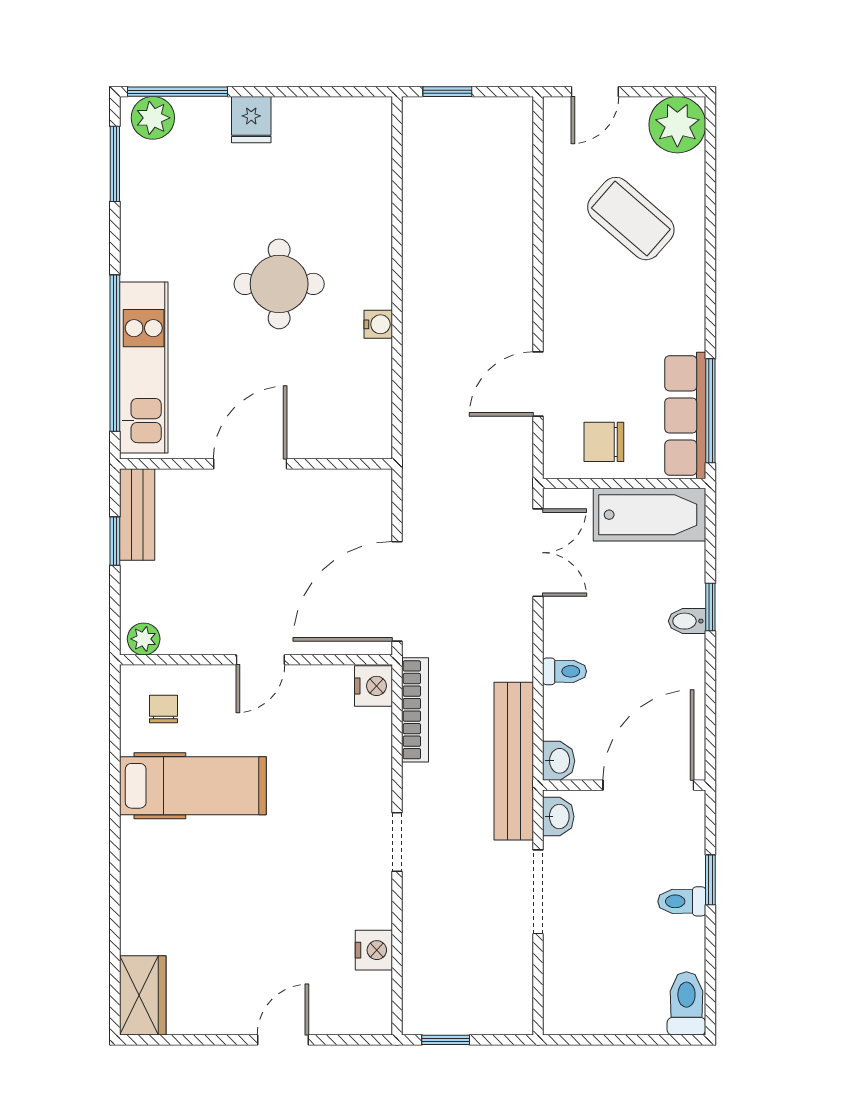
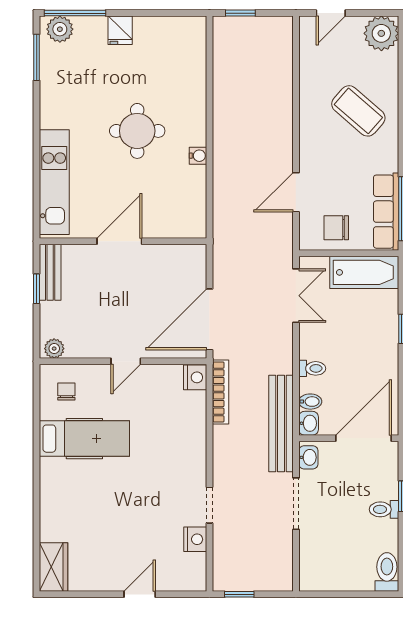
coffee table: (631, 219) -> (358, 111), moved
window: (115, 353) -> (37, 173), removed
bidet: (687, 621) -> (310, 402), moved, turned 180
doorway: (397, 842) -> (209, 505), moved

